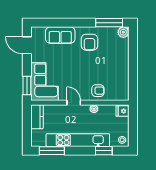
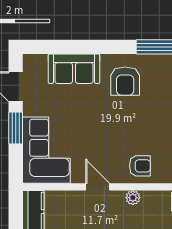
window: (27, 85) -> (16, 128), moved

